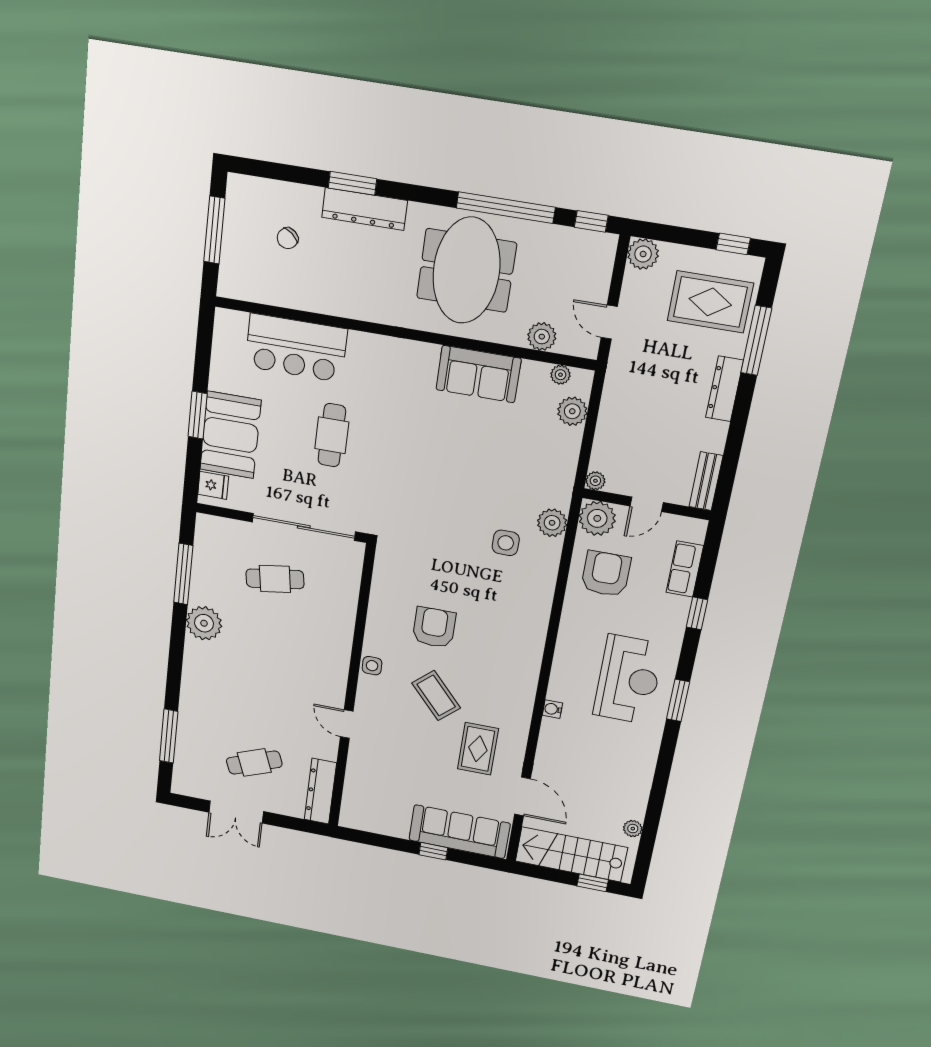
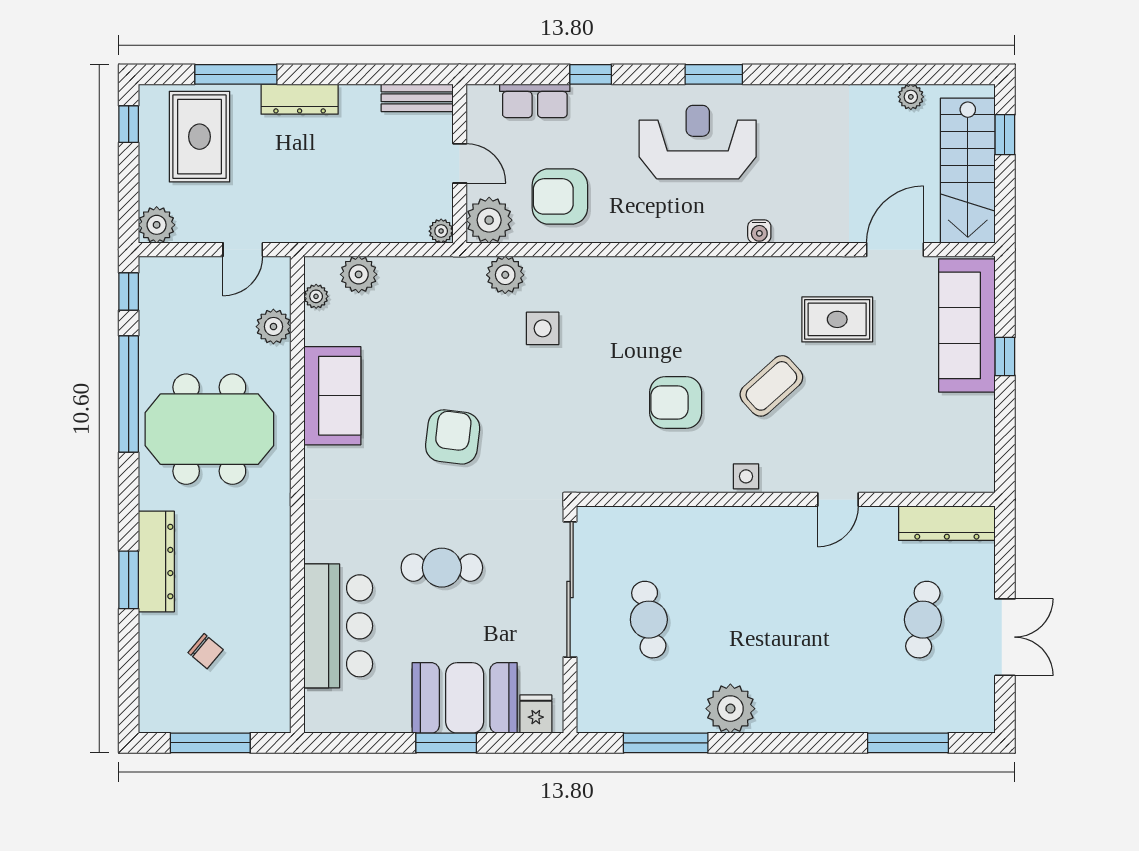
armchair: (432, 461) -> (453, 437), added
cafe table: (254, 763) -> (923, 620), turned 30

